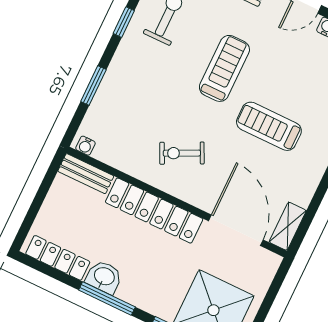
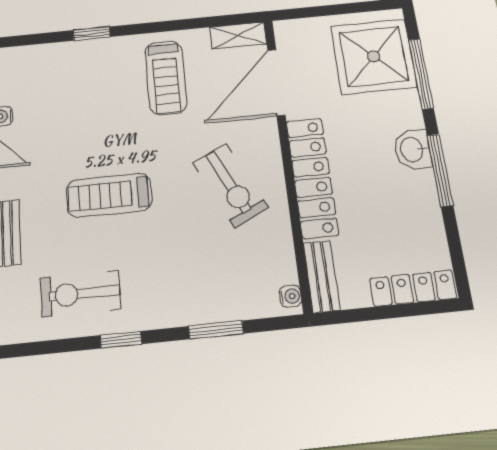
treadmill: (269, 126) -> (166, 78), moved
exercise bike: (182, 153) -> (231, 185), width x1.38, depth x1.39
locker: (58, 258) -> (413, 288), moved, turned 90
washbasin: (104, 277) -> (412, 150), moved

